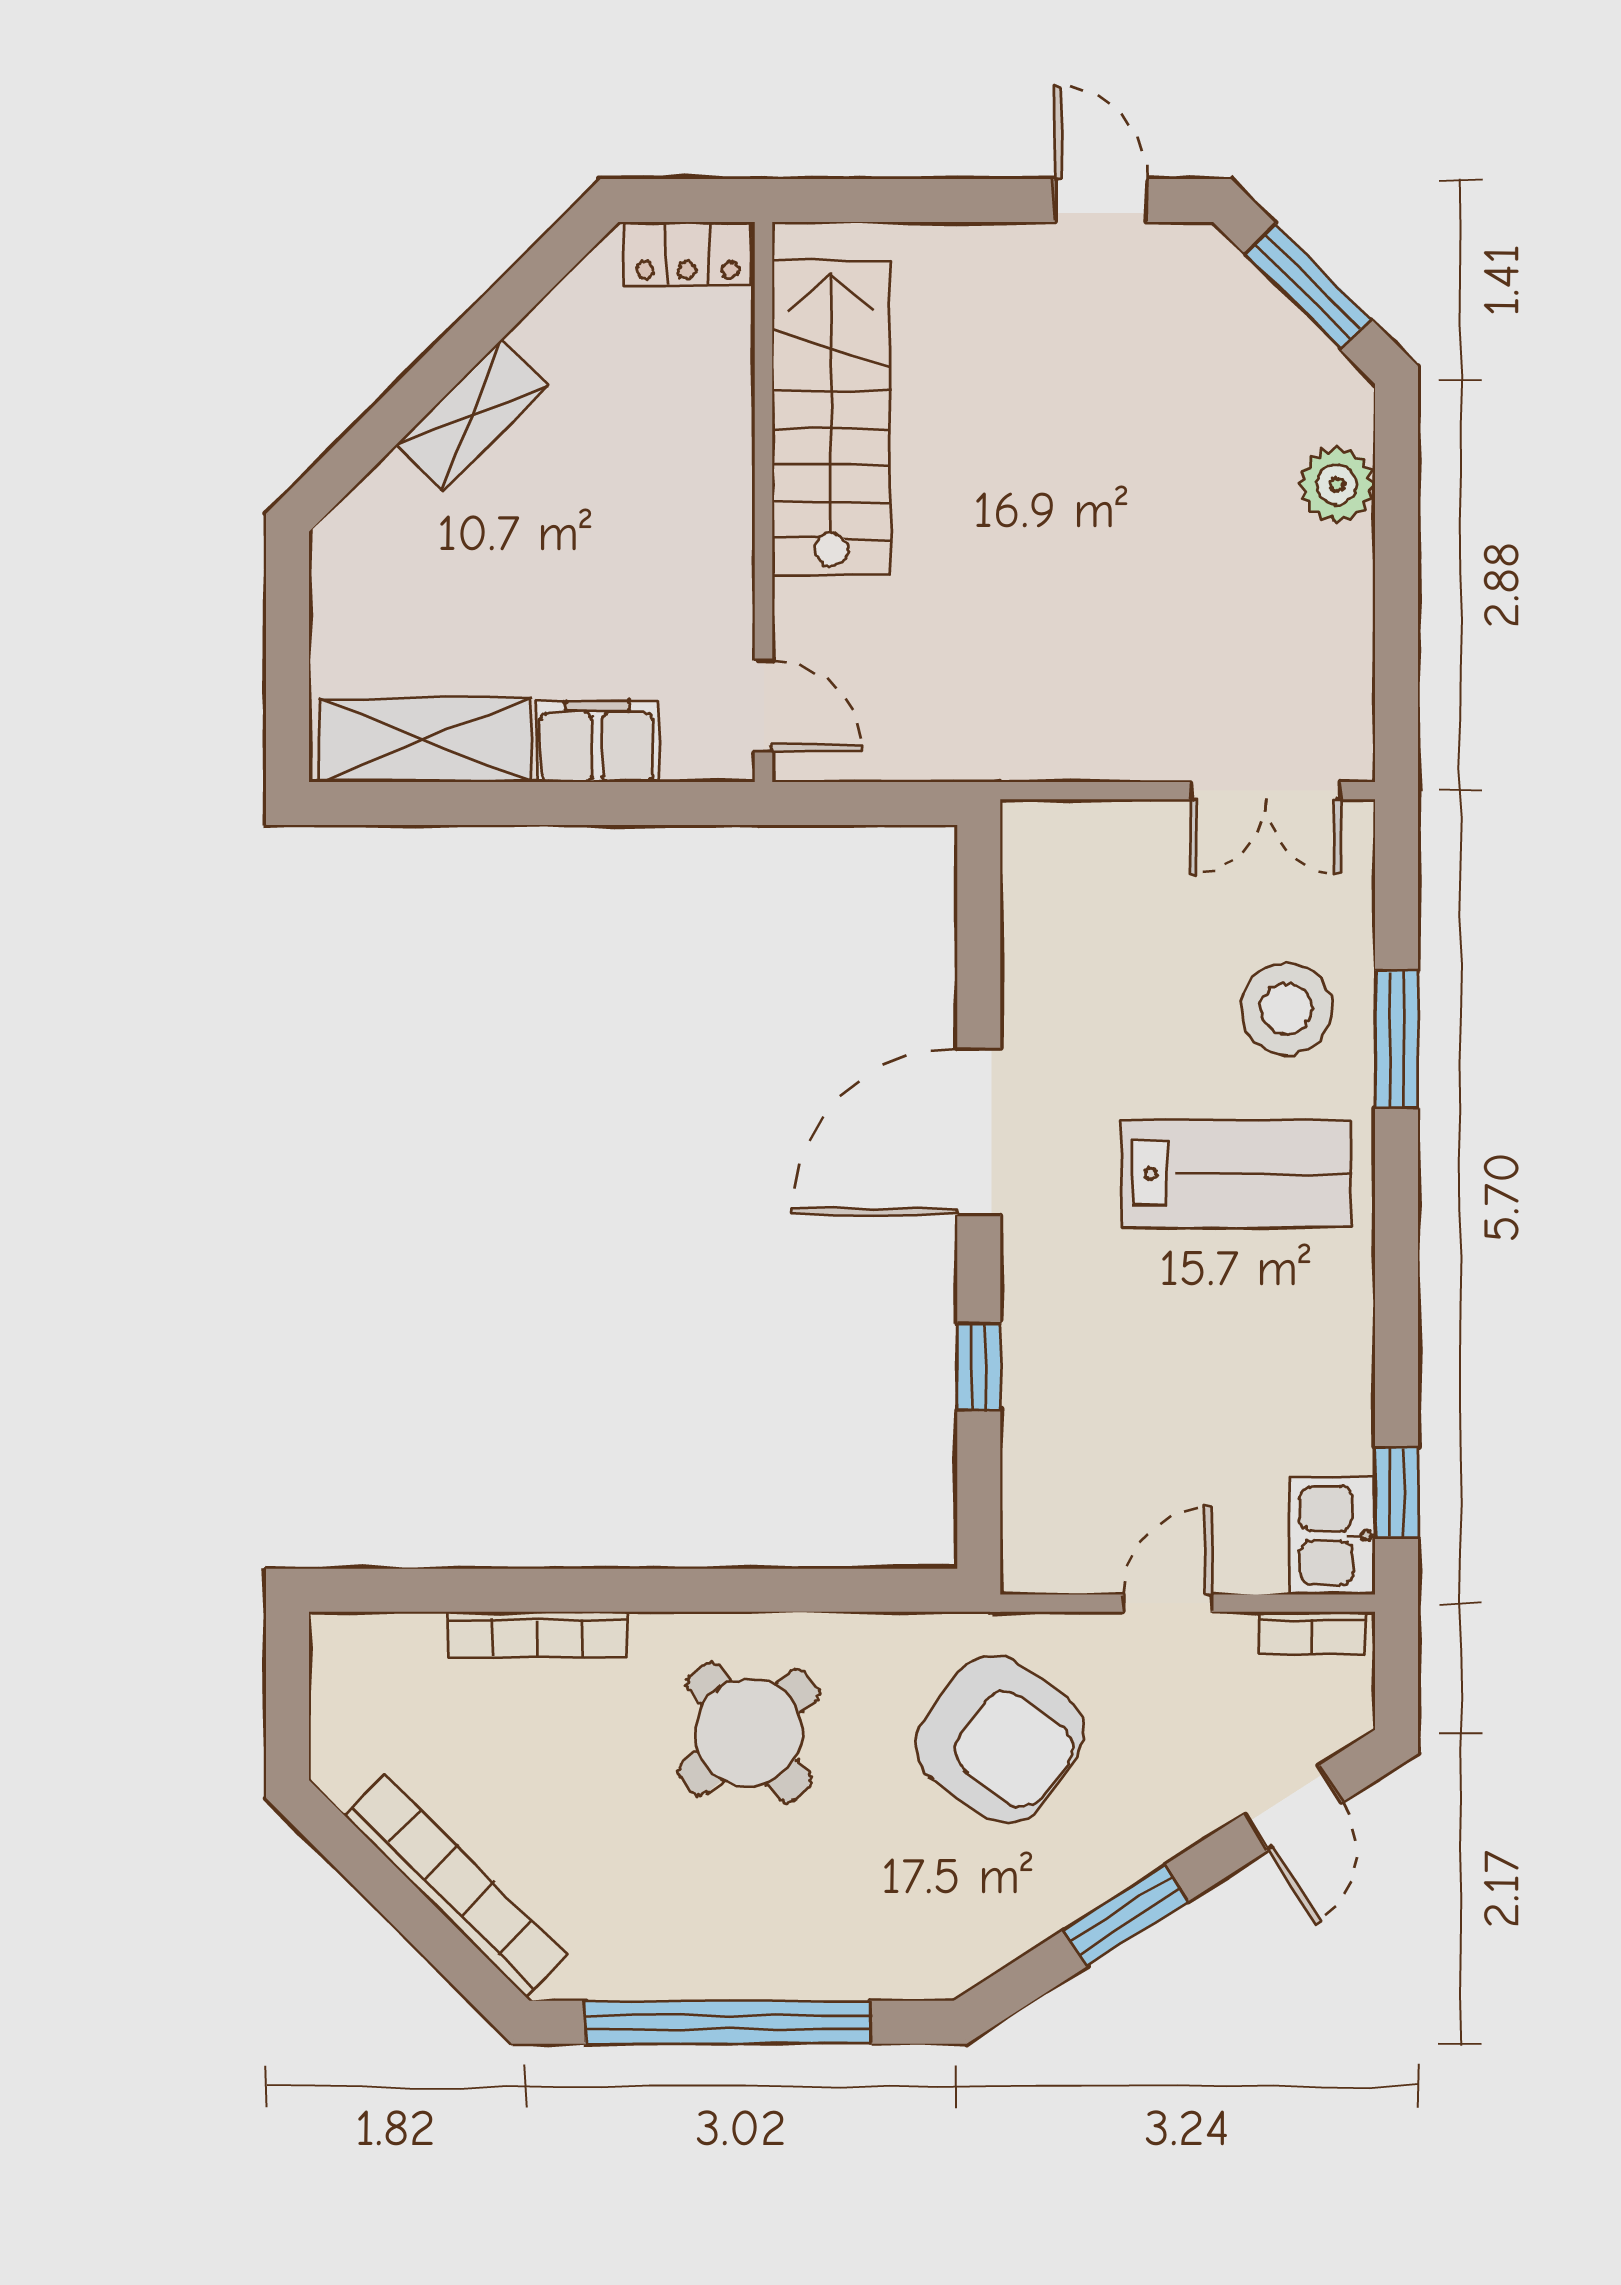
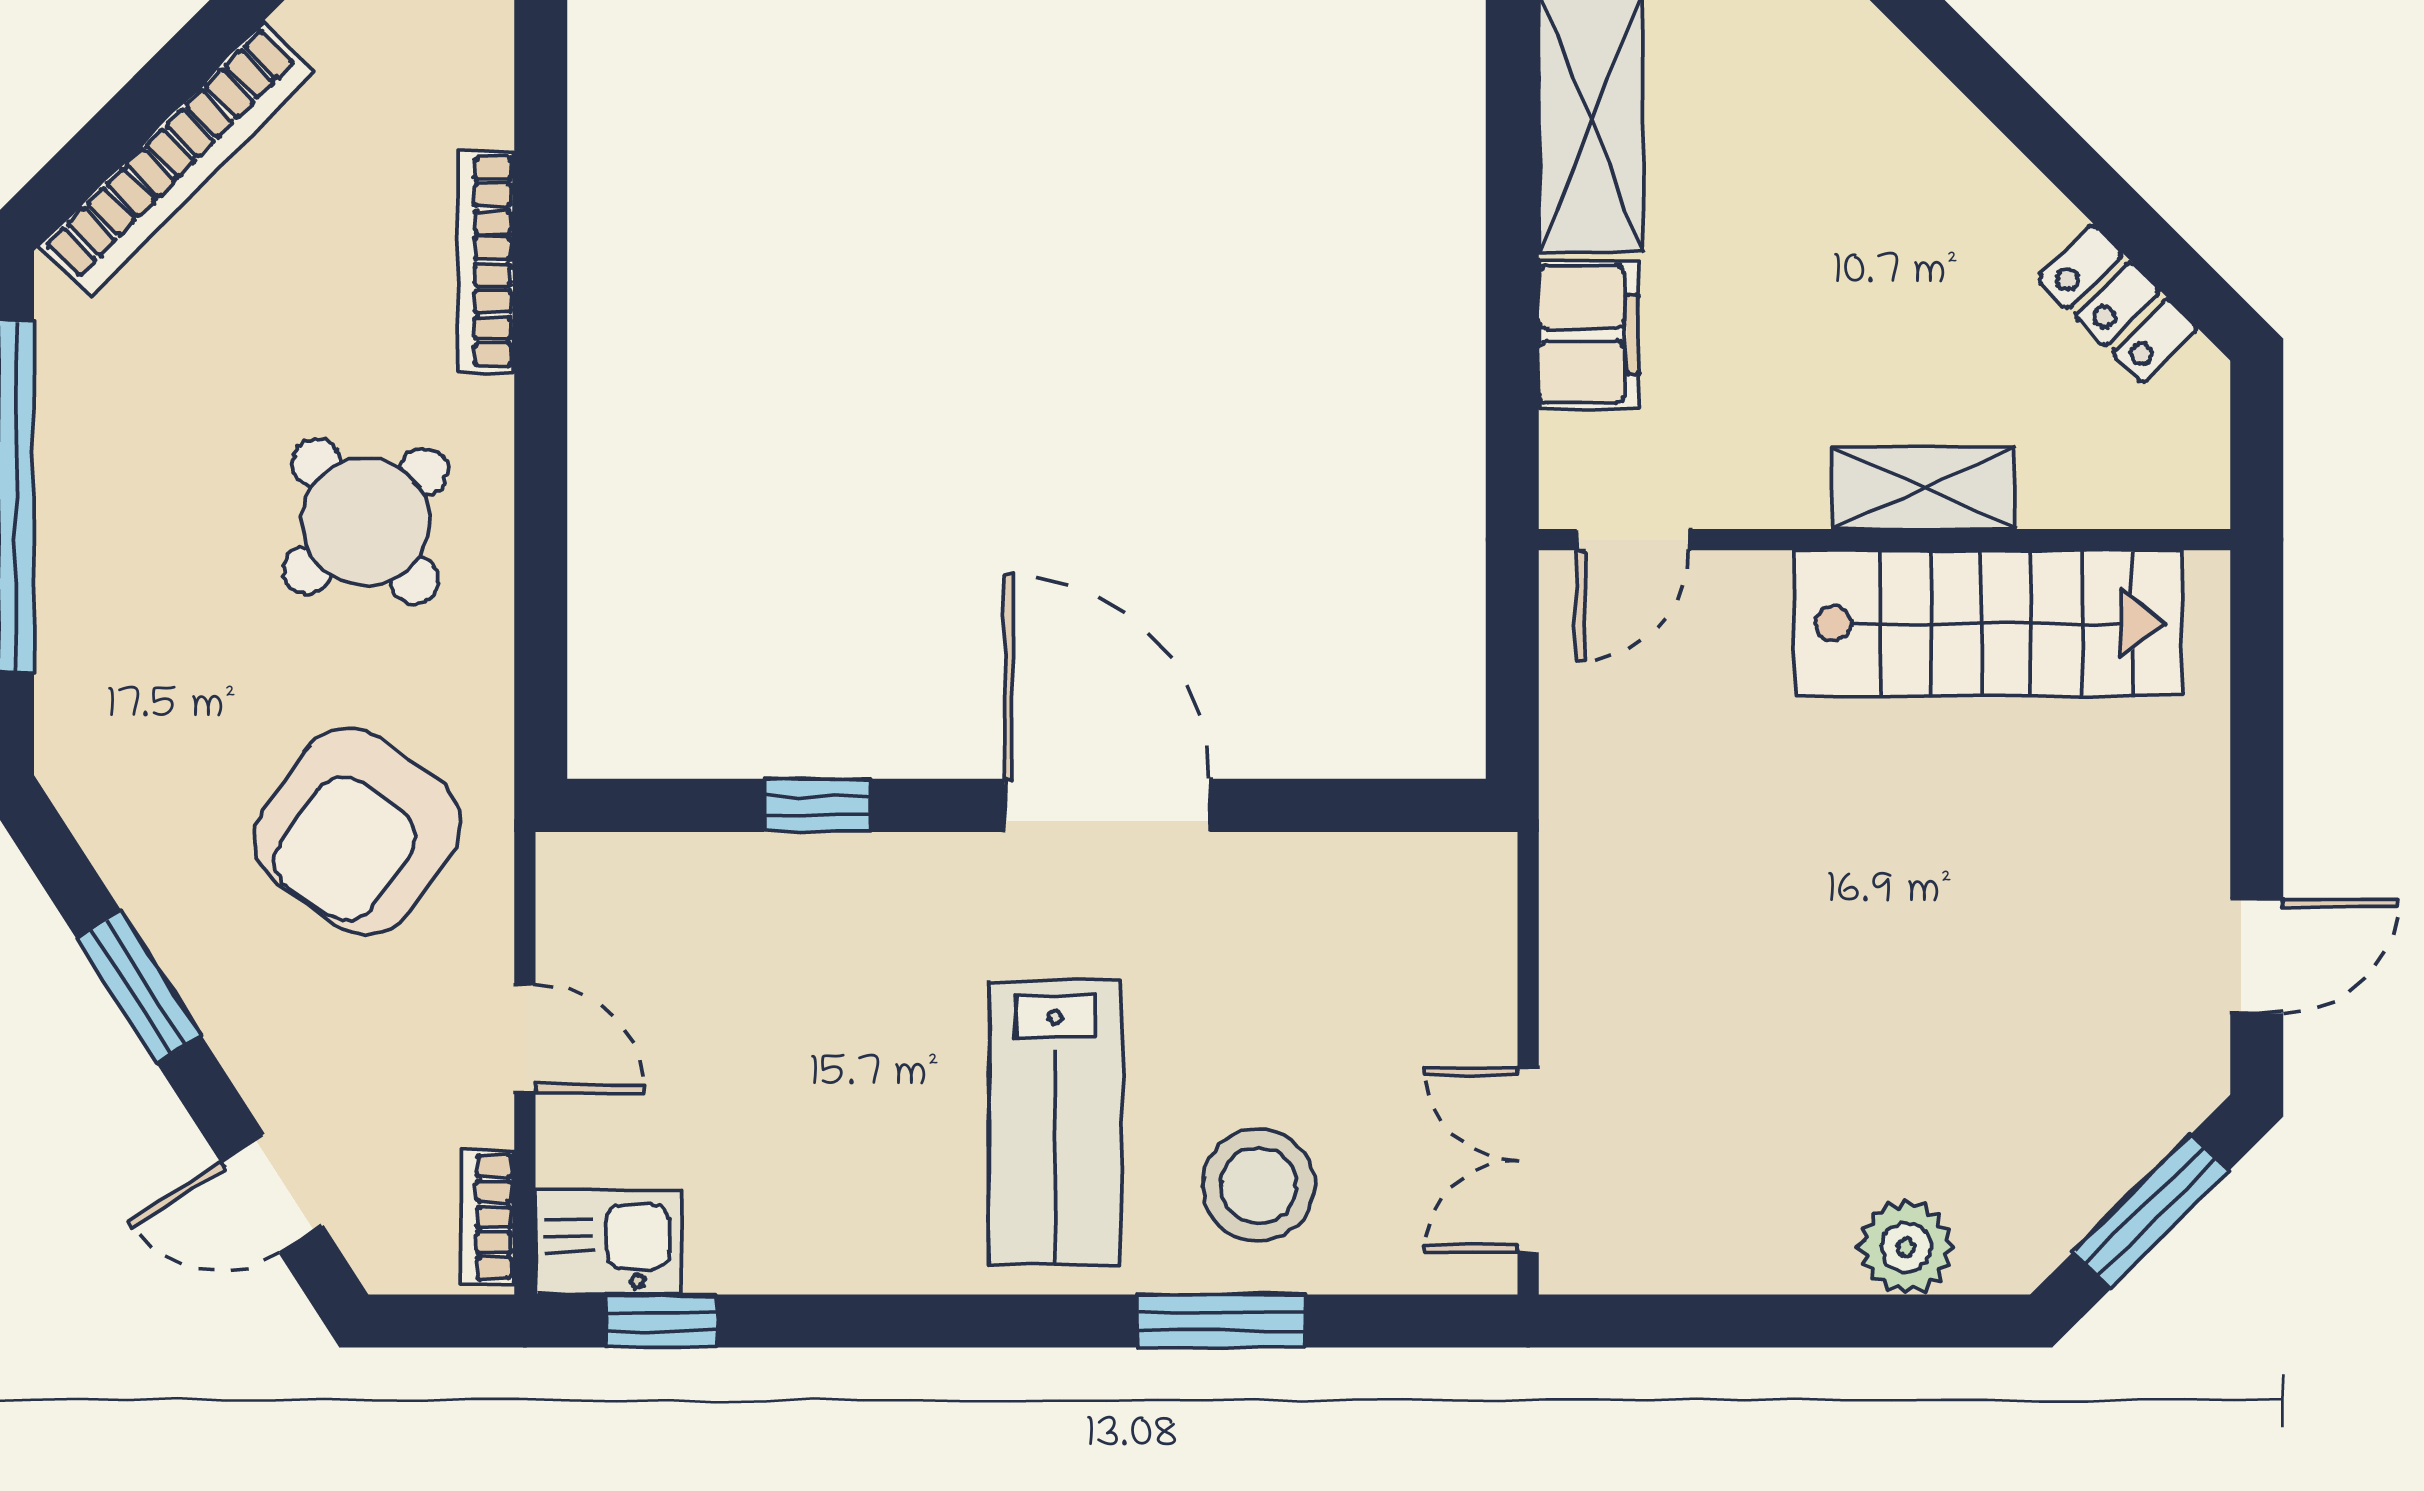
locker: (687, 254) -> (2117, 304), moved, turned -45
shelving: (472, 416) -> (1924, 488), moved, turned -45

